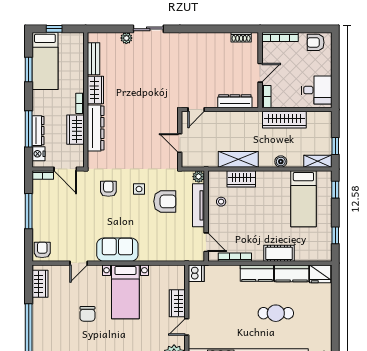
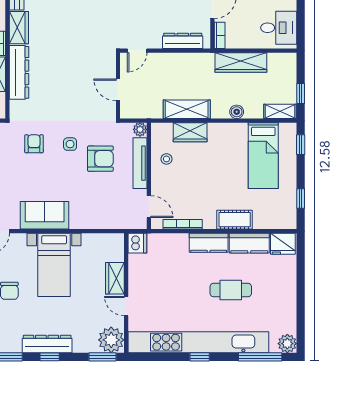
door: (187, 327) -> (126, 306), hinge flipped

